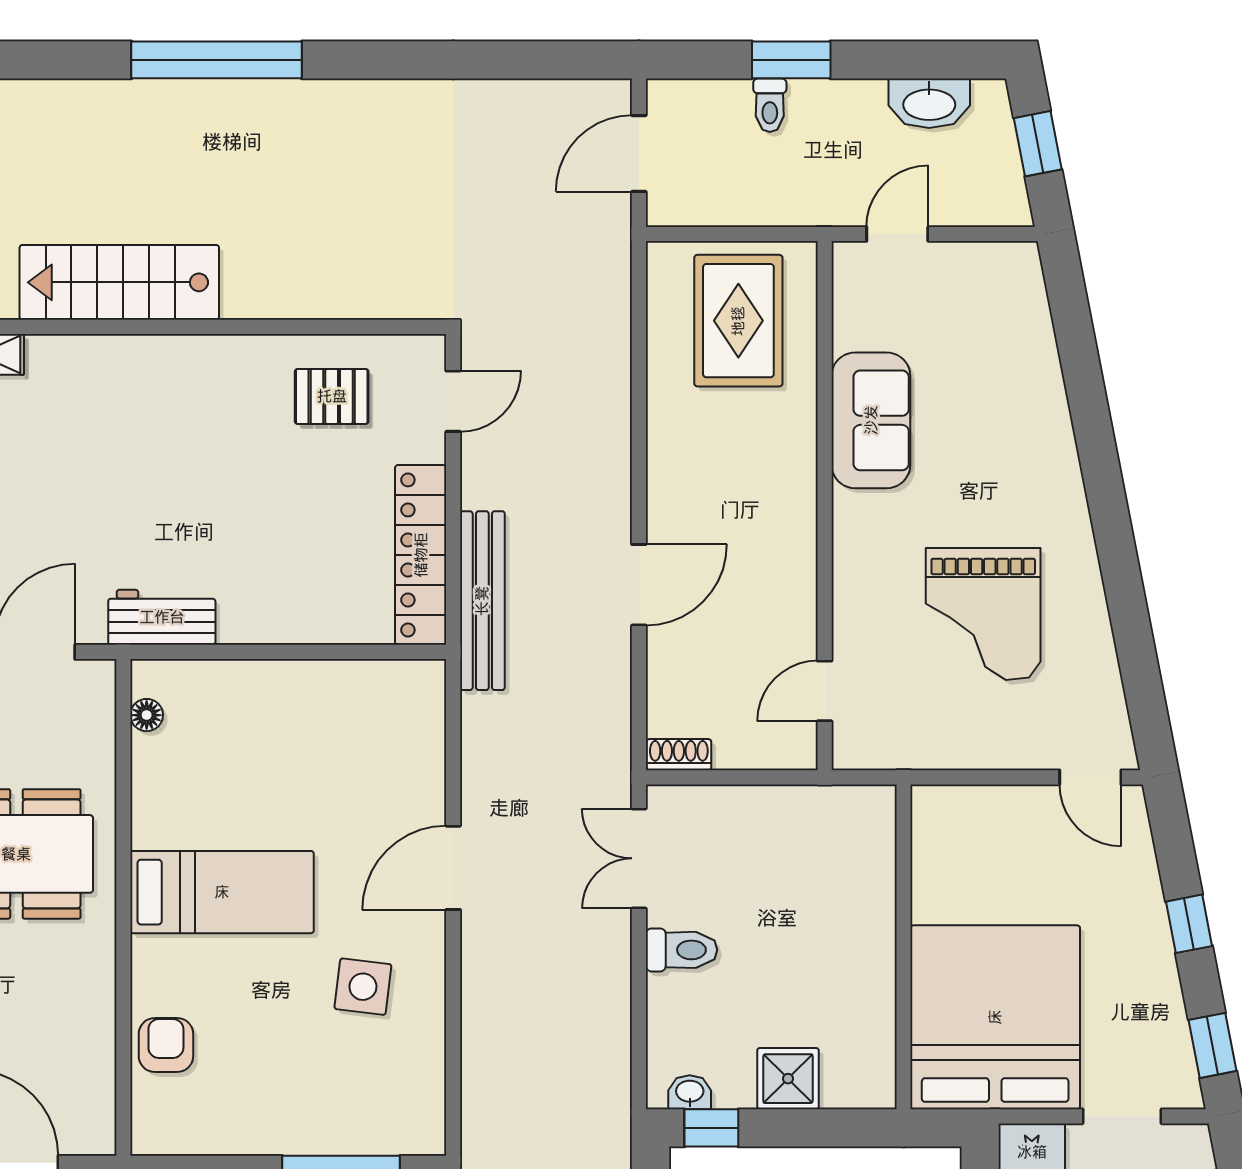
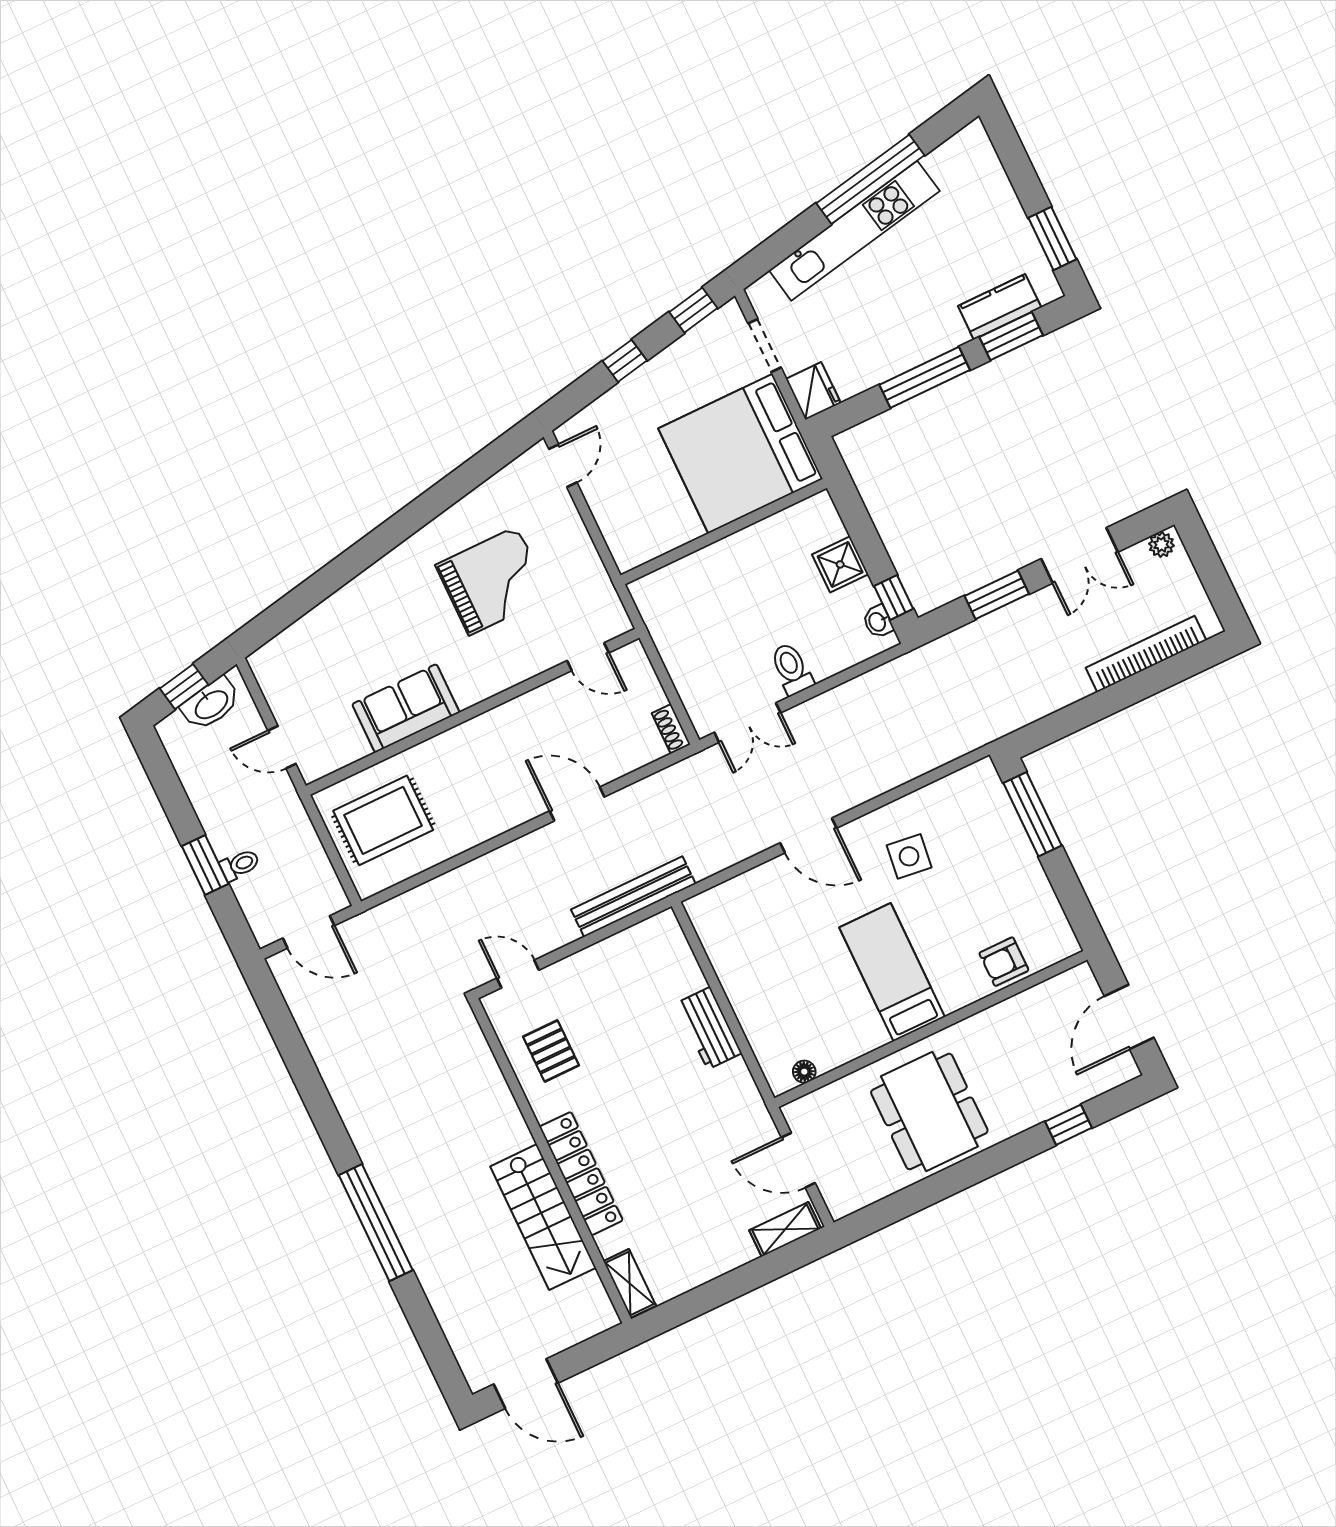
washbasin: (929, 103) -> (211, 704), moved, turned 79
locker: (421, 555) -> (581, 1174), moved, turned -90
workbench: (162, 617) -> (709, 1028), moved

